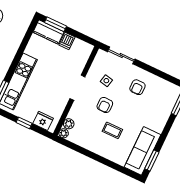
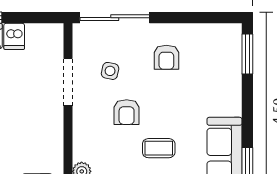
sliding door: (121, 55) -> (115, 18), width x1.37
doorway: (77, 88) -> (68, 82), moved

